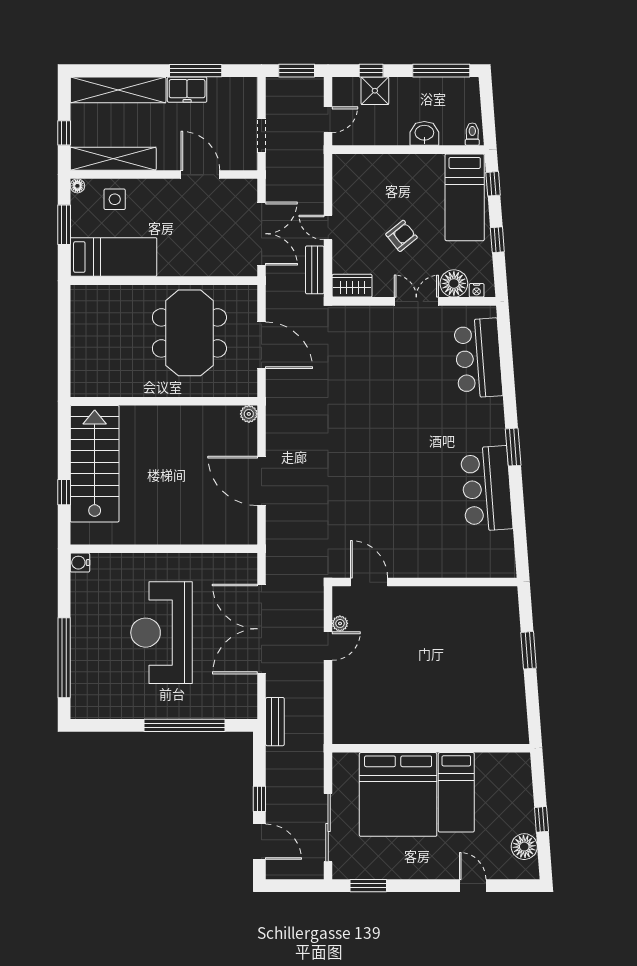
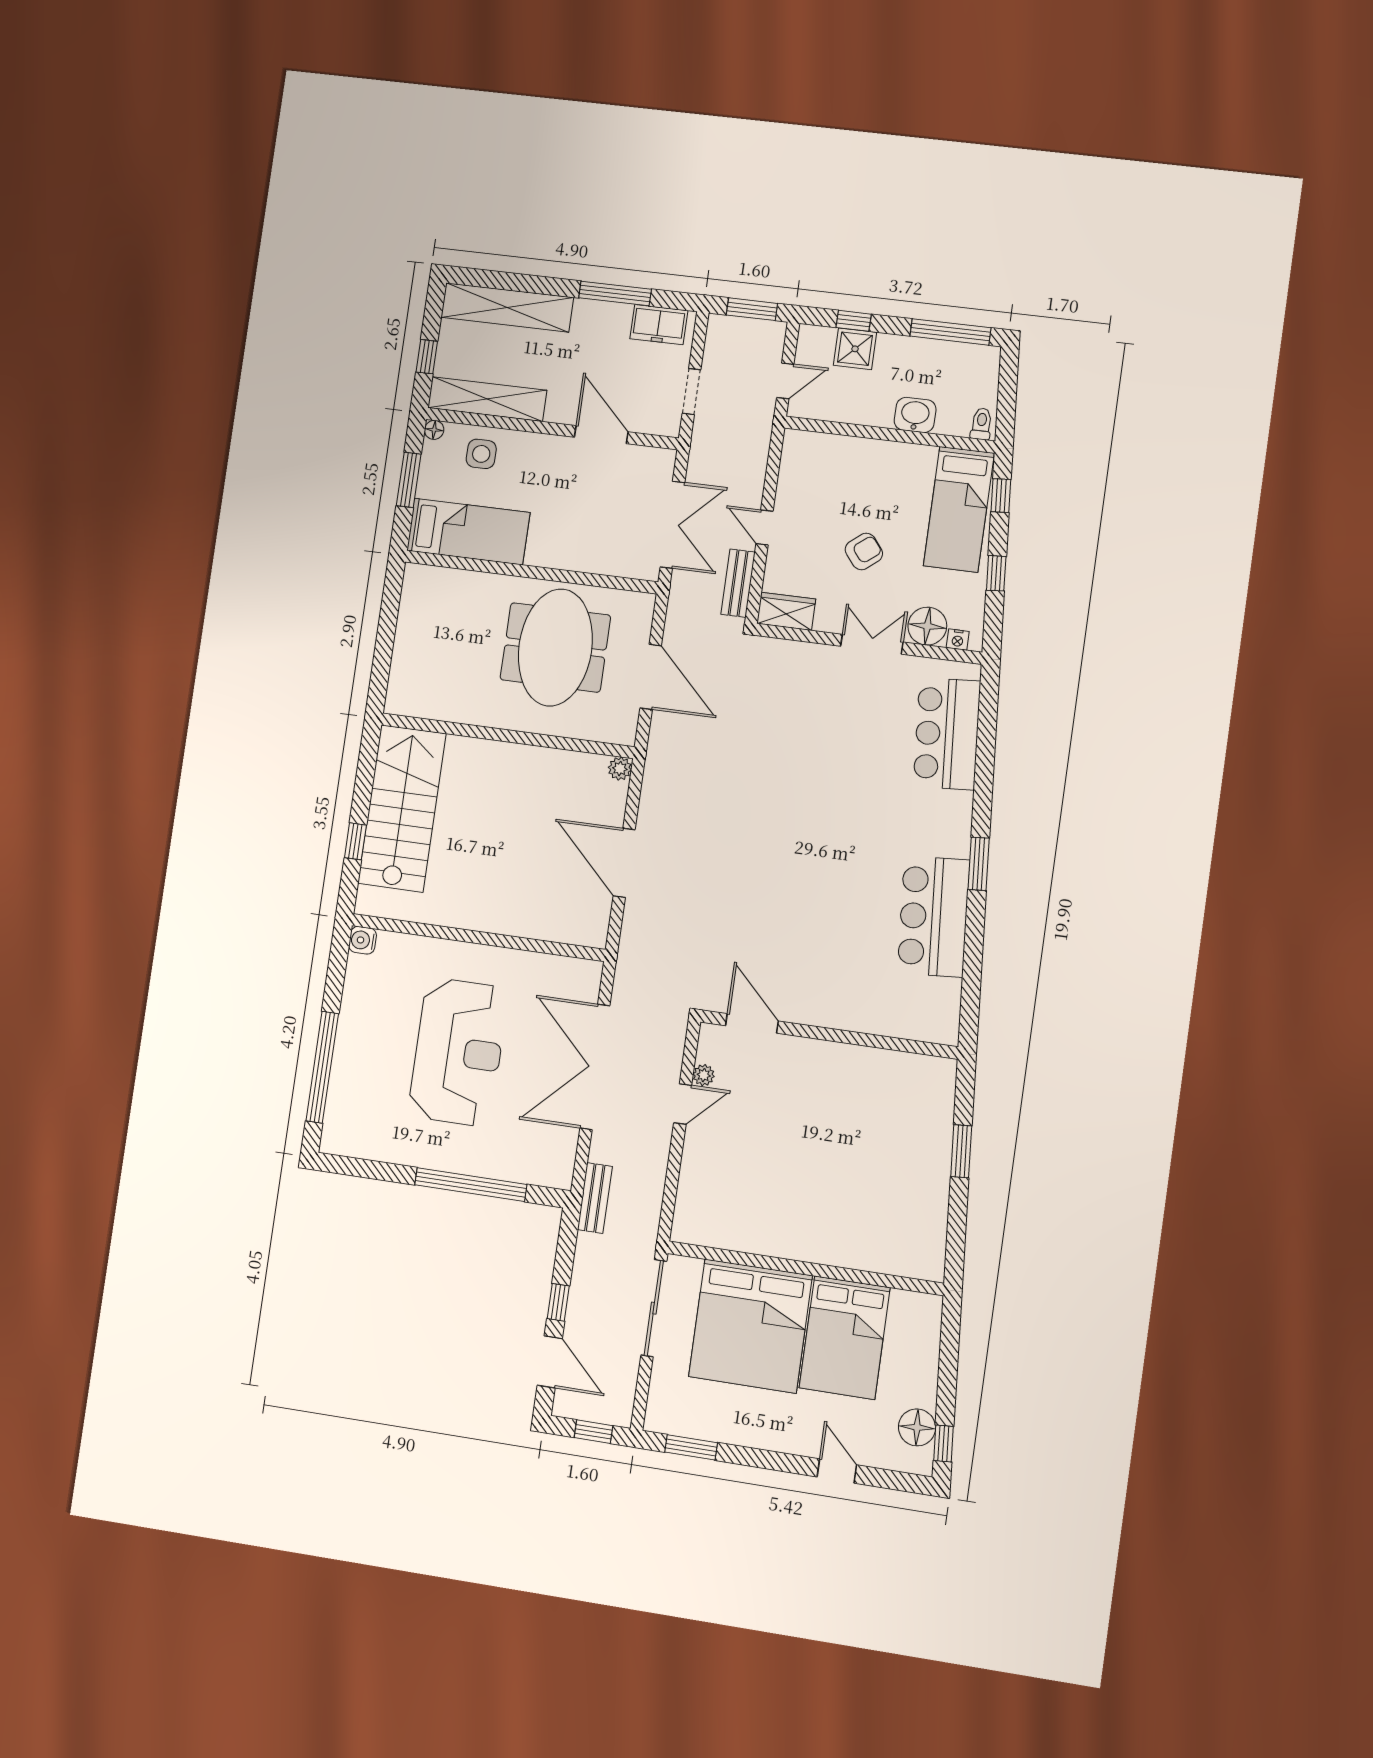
freezer: (187, 90) -> (659, 325), moved
reception desk: (161, 633) -> (458, 1052), turned 180
bed: (456, 792) -> (845, 1338), width x1.50
window: (541, 819) -> (943, 1443), moved
sliding door: (328, 828) -> (654, 1308), moved
window: (298, 886) -> (594, 1432), added

